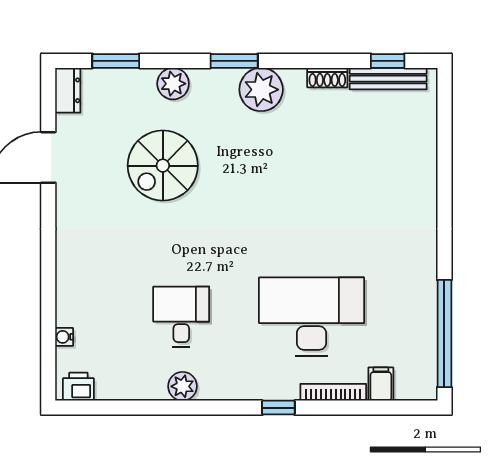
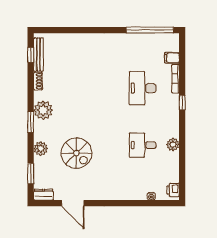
desk: (311, 317) -> (143, 88), width x0.73, depth x0.77

